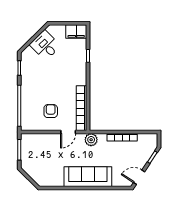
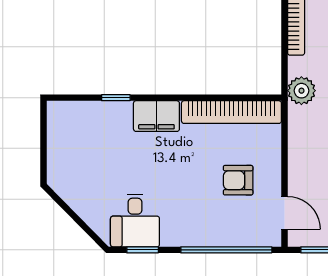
filing cabinet: (76, 32) -> (156, 116), moved, turned 90
desk: (45, 45) -> (135, 220), moved, turned -45
door: (68, 132) -> (284, 213), moved

